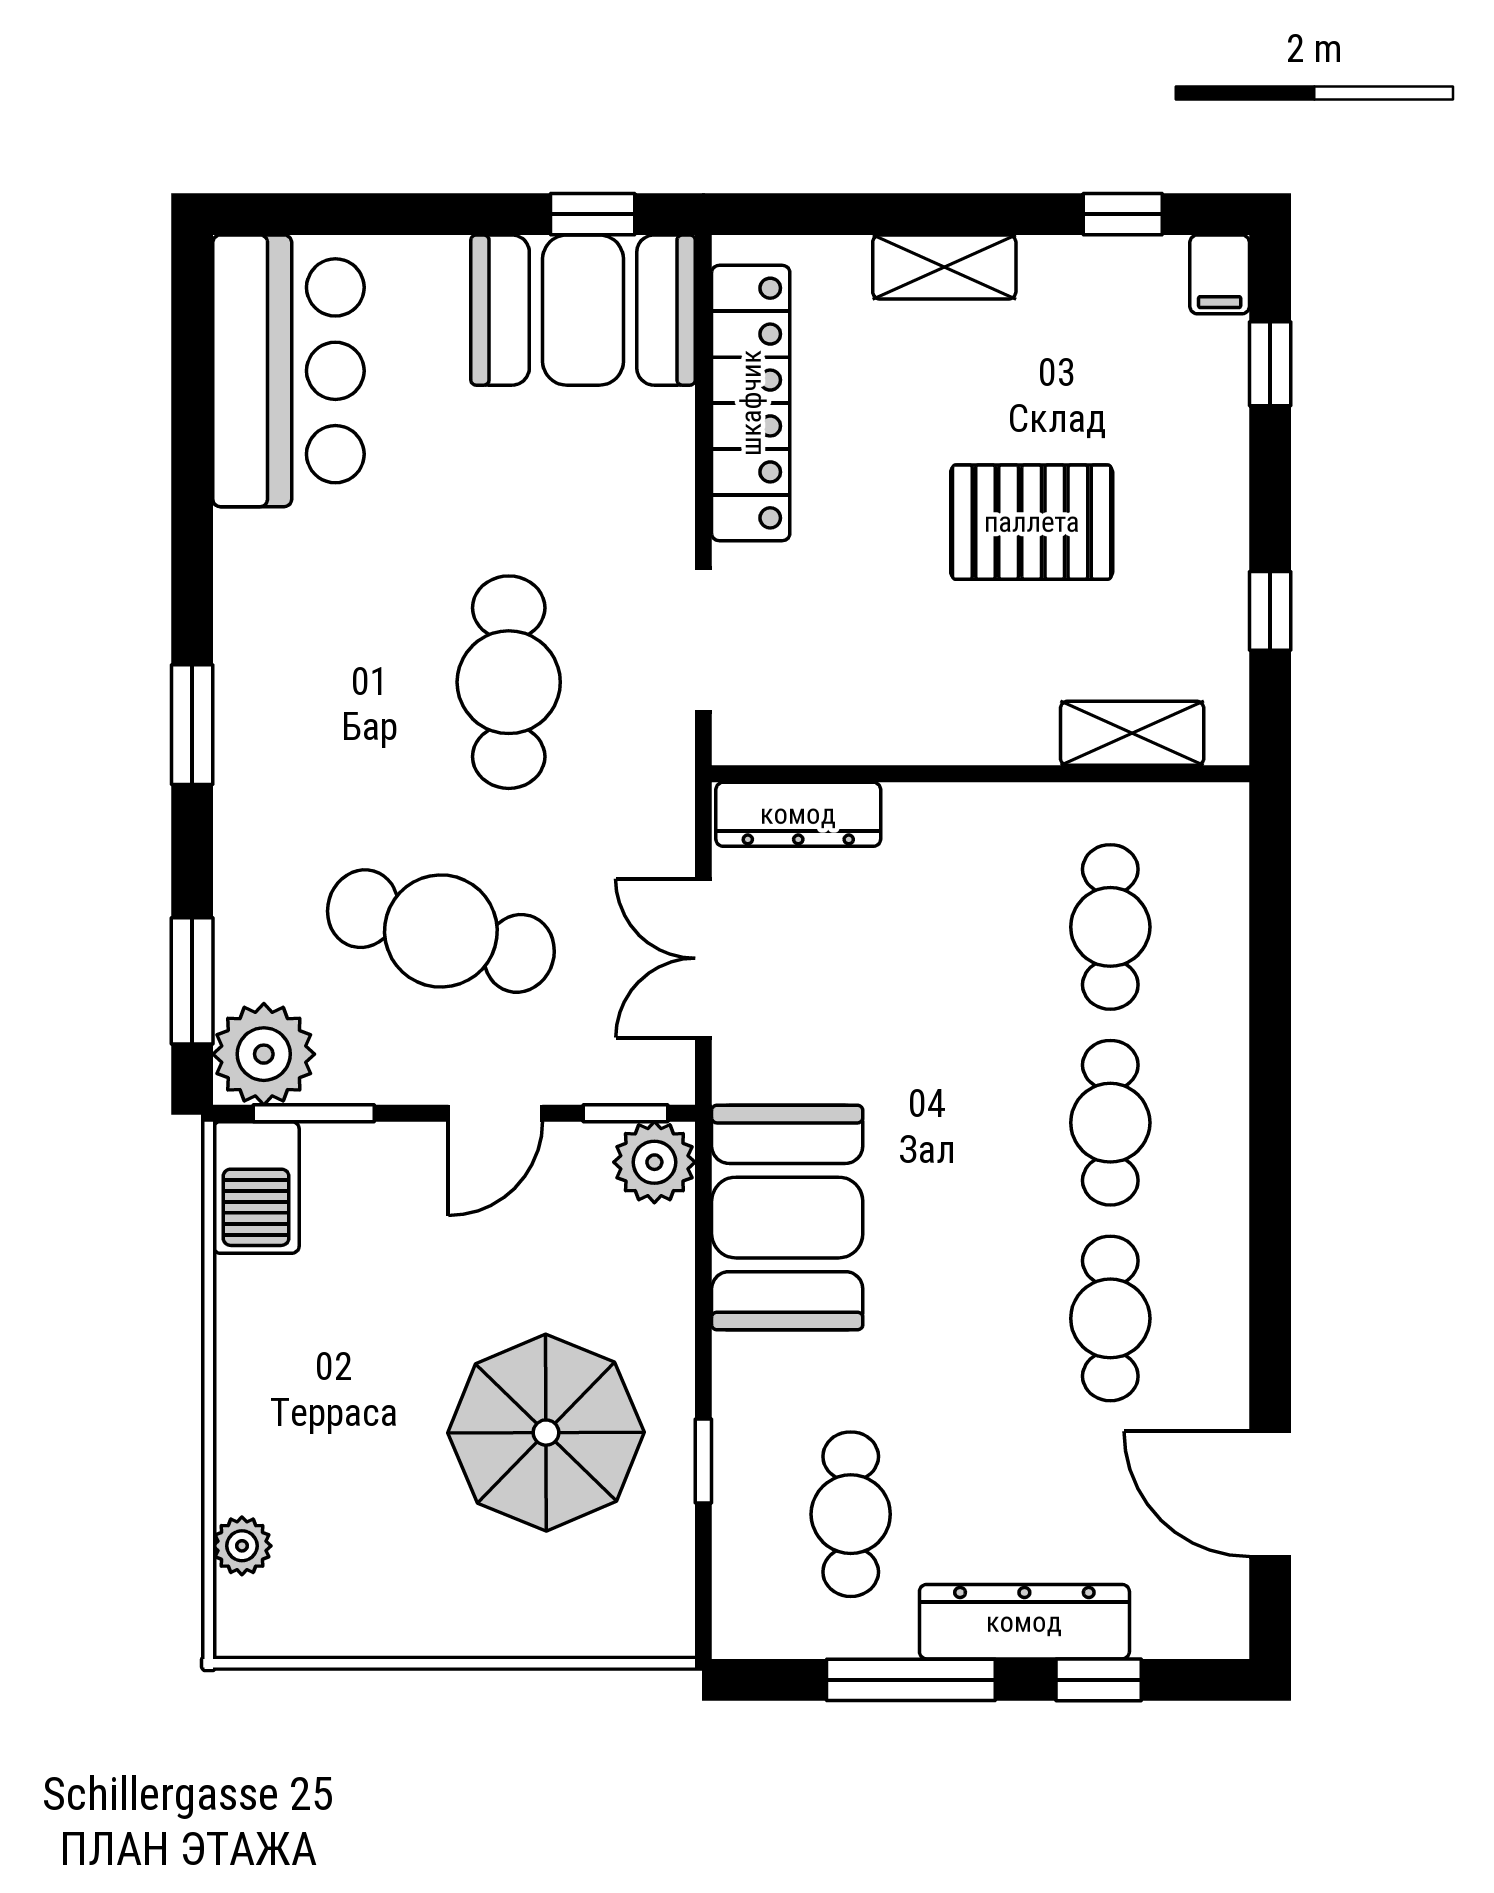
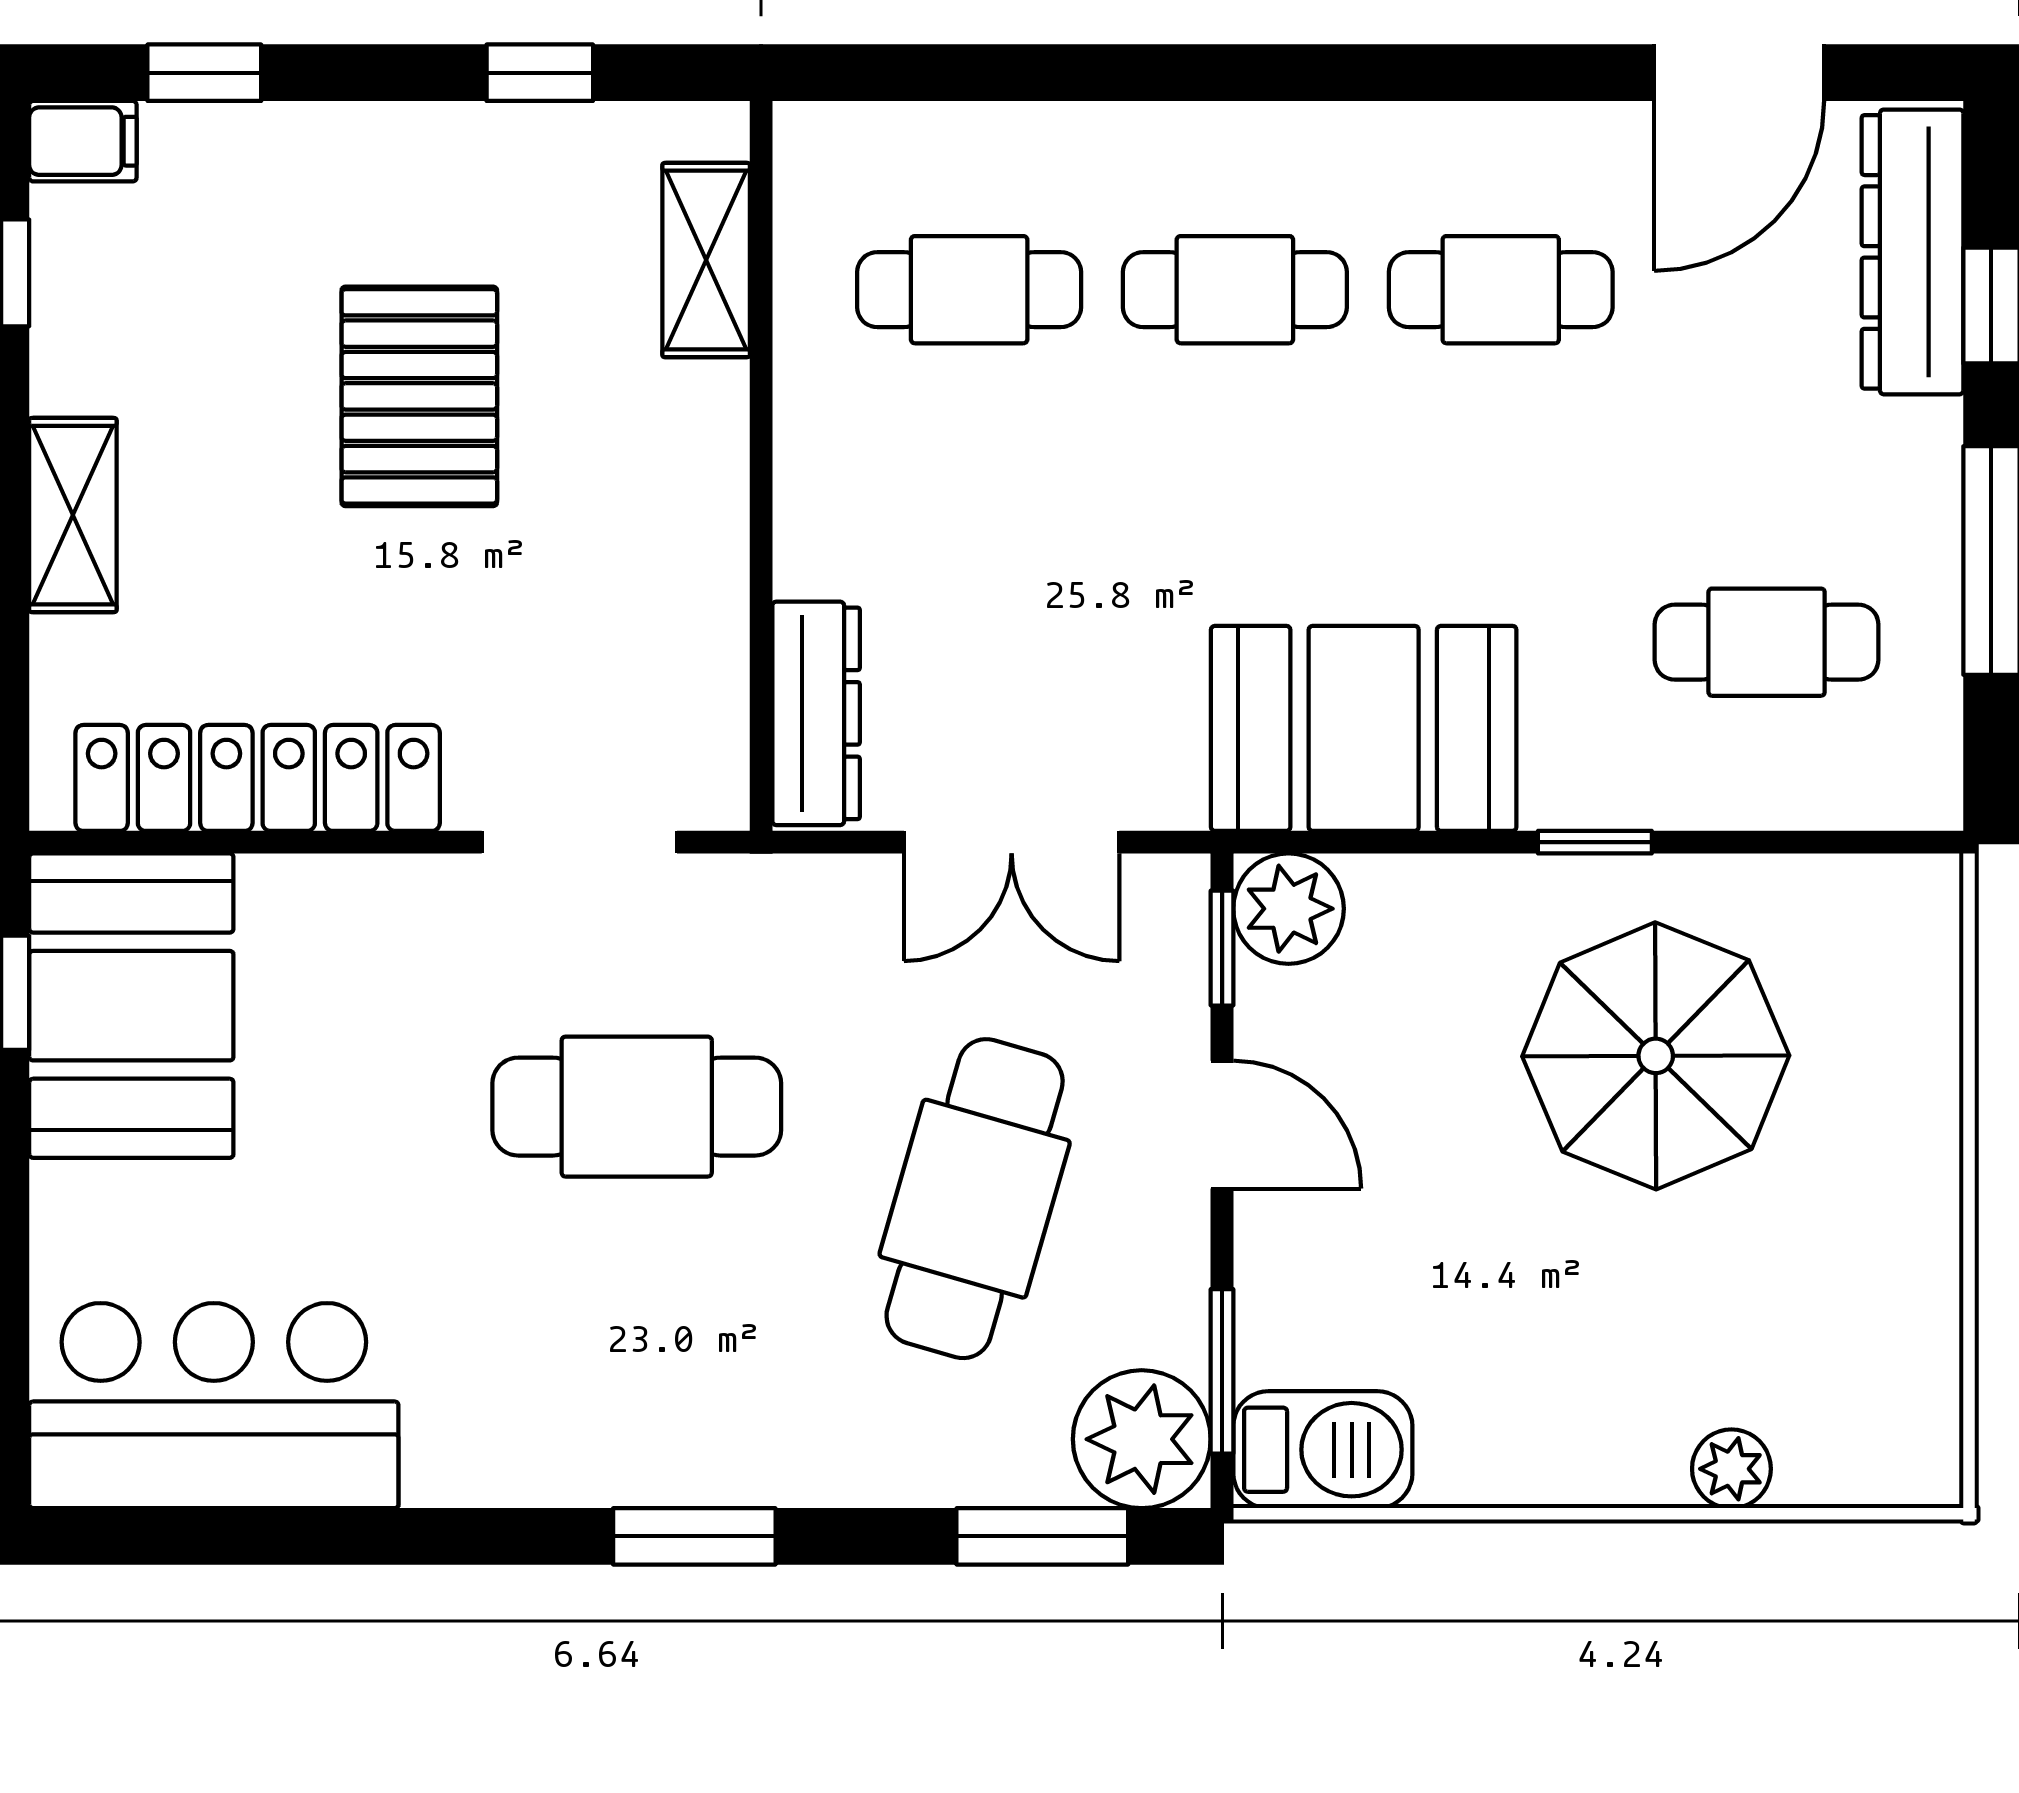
window: (703, 1461) -> (1595, 842), moved
plant: (242, 1546) -> (1731, 1469), moved
dresser: (1024, 1622) -> (1912, 252), moved

